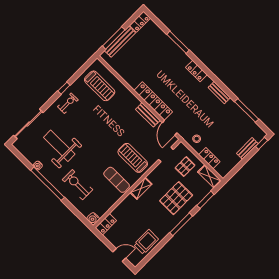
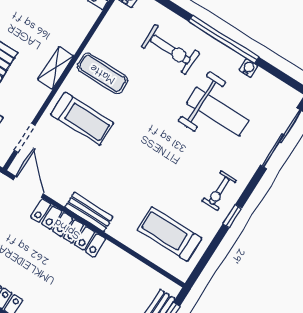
bench: (148, 115) -> (89, 212), moved

